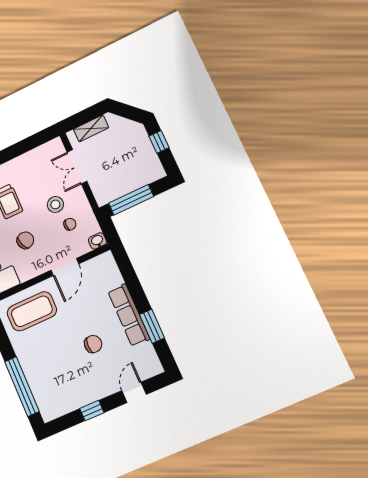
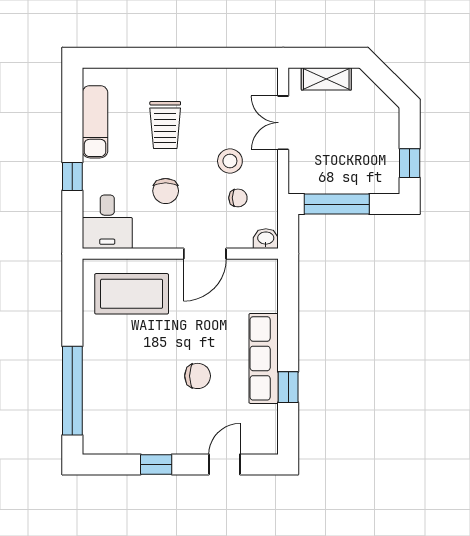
window: (159, 142) -> (410, 163), moved
chair: (25, 240) -> (166, 191), turned 112
window: (152, 326) -> (288, 387), width x0.67

